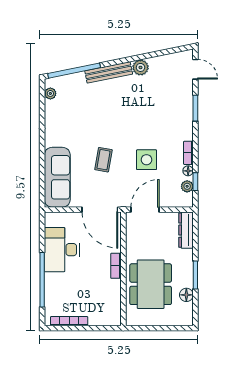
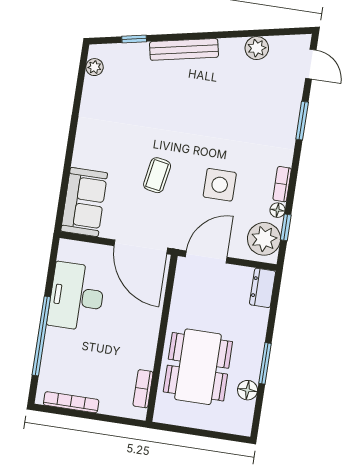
plant: (141, 67) -> (257, 48), moved
window: (74, 71) -> (134, 39), width x0.32
sofa: (57, 177) -> (84, 202), width x0.73
plant: (187, 186) -> (264, 239), width x1.87, depth x1.87
dresser: (186, 230) -> (263, 288), width x0.70
bookcase: (116, 266) -> (143, 389), moved

